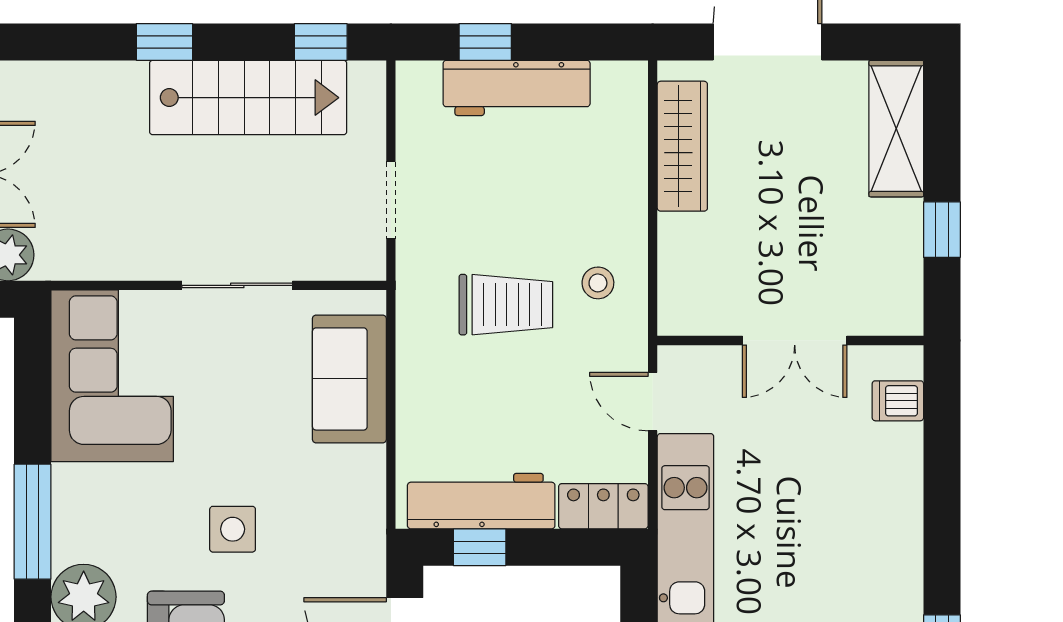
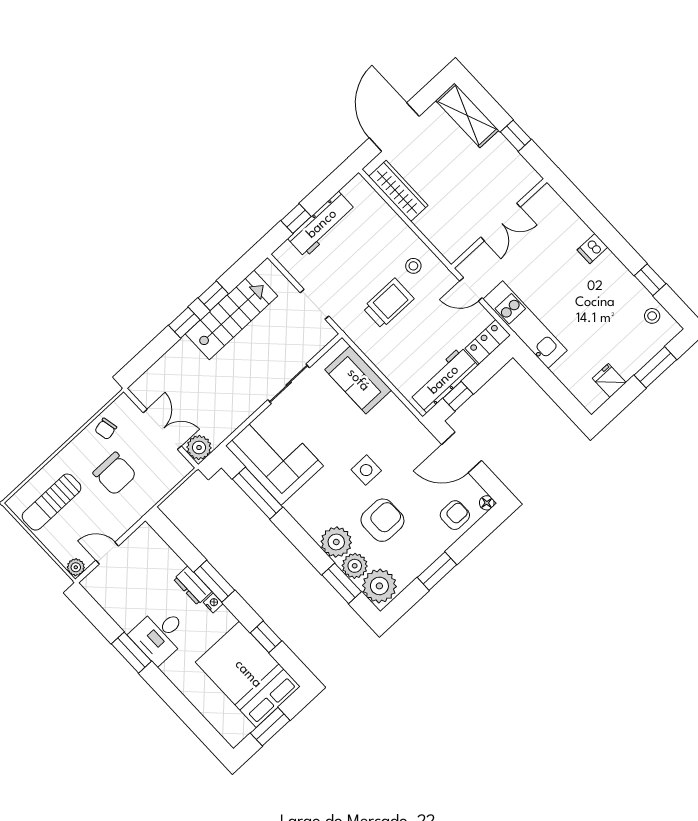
window: (321, 42) -> (213, 296), moved
dishwasher: (898, 401) -> (592, 249), moved
window: (33, 522) -> (258, 493), moved

